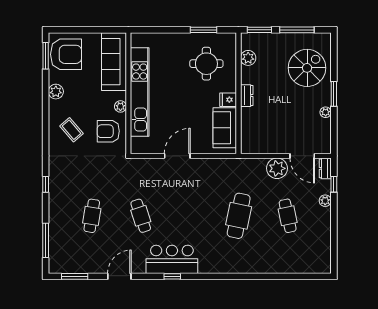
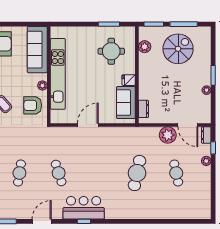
spiral stairs: (307, 68) -> (178, 49), moved
dresser: (247, 96) -> (143, 109), moved

